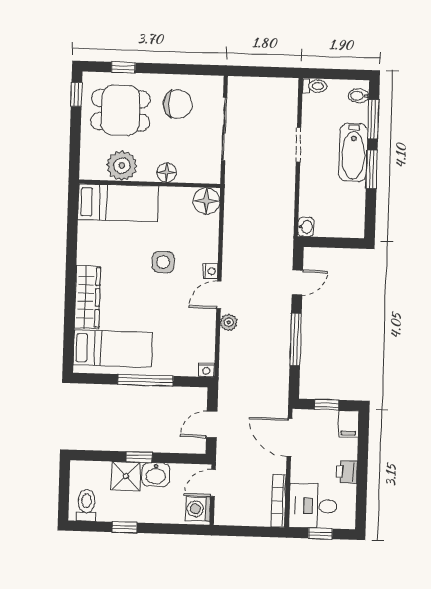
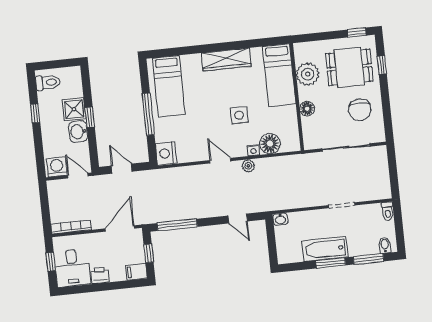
dining table: (121, 110) -> (349, 67), turned 90
bathtub: (353, 152) -> (325, 249), moved
floor lamp: (206, 201) -> (270, 144), moved
nightstand: (211, 271) -> (253, 150), moved
wardrobe: (87, 297) -> (226, 59), moved
plant: (229, 322) -> (248, 166), moved
window: (296, 340) -> (177, 225), moved
nightstand: (206, 370) -> (166, 153), width x1.89, depth x1.79
desk: (313, 506) -> (72, 268), moved, turned 180

